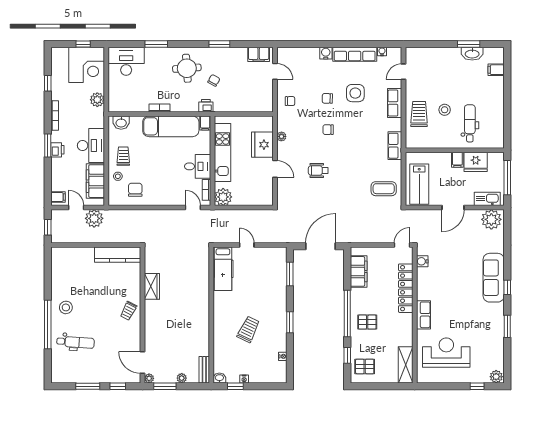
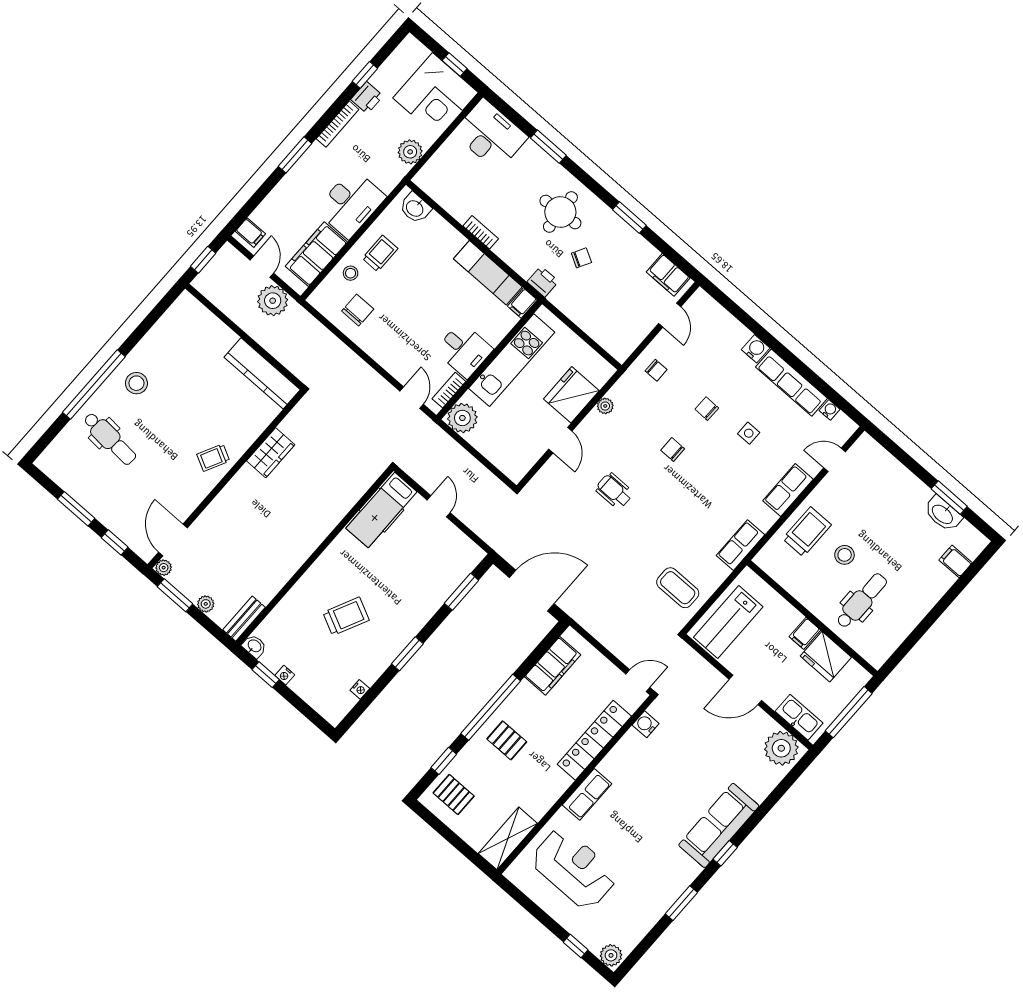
side table: (355, 93) -> (749, 433), width x0.54, depth x0.54
exam couch: (171, 126) -> (488, 273), width x0.73, depth x0.69
printer: (57, 150) -> (367, 98), moved

